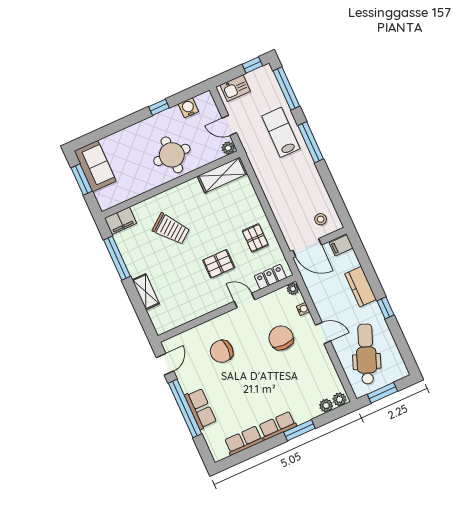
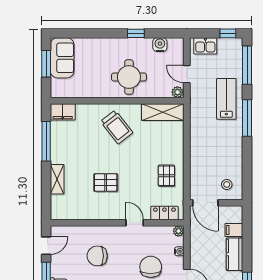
trolley: (171, 229) -> (117, 127), moved
filing cabinet: (341, 245) -> (234, 230), moved
pallet: (219, 264) -> (106, 183), moved

